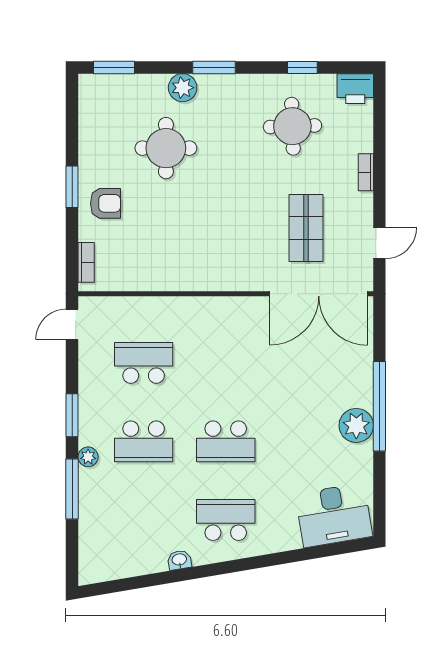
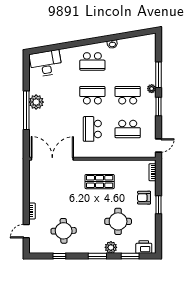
window: (114, 67) -> (130, 256), moved
printer: (355, 89) -> (144, 247), moved
shop shelf: (306, 228) -> (100, 182), moved, turned 90
door: (379, 243) -> (26, 231), moved
school desk: (226, 363) -> (92, 129), added

